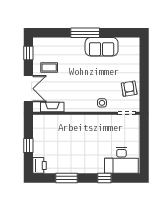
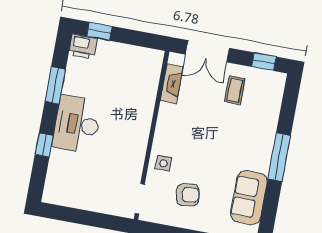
sofa: (102, 47) -> (249, 198), moved
armchair: (129, 89) -> (188, 195), moved
window: (28, 146) -> (99, 31), moved
desk: (121, 160) -> (77, 124), moved

